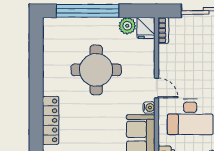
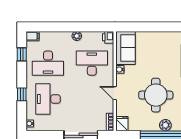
plant: (127, 26) -> (165, 125), moved
door: (157, 88) -> (115, 93), moved

